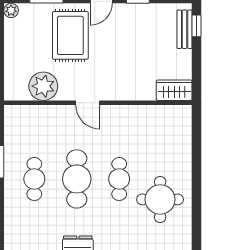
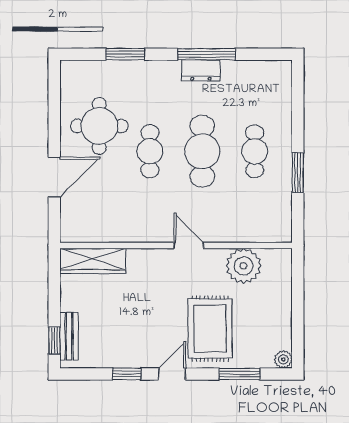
wardrobe: (174, 90) -> (93, 261), width x1.50
door: (197, 158) -> (54, 177), added

